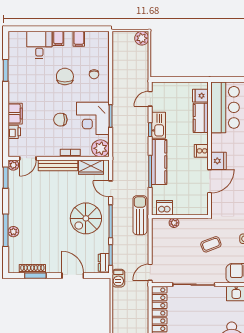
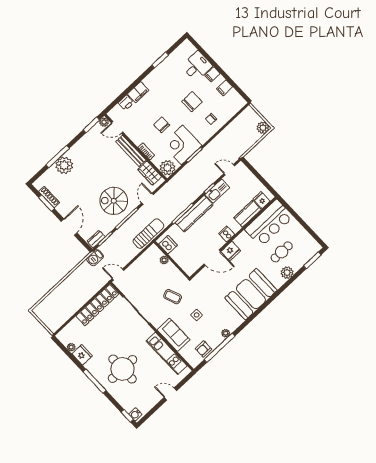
plant: (13, 232) -> (64, 165), width x1.88, depth x1.88

